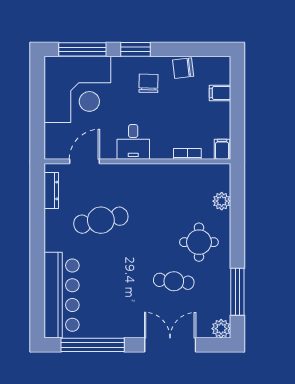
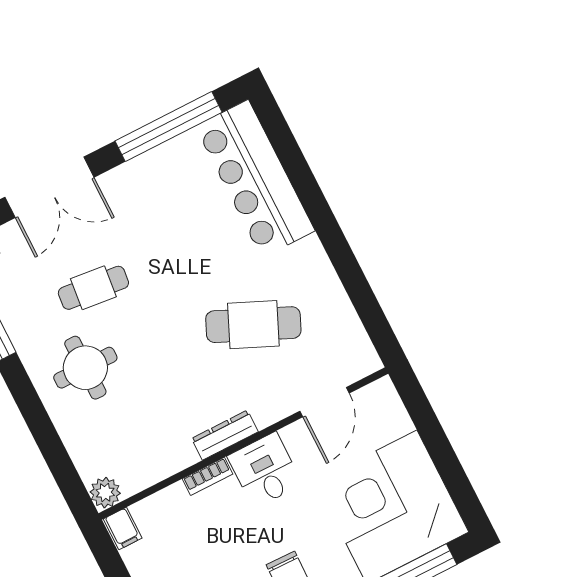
bookcase: (187, 154) -> (208, 476), moved
dresser: (51, 190) -> (225, 435), moved, turned 90
plant: (222, 201) -> (105, 493), moved
cafe table: (101, 220) -> (253, 325), turned 36

